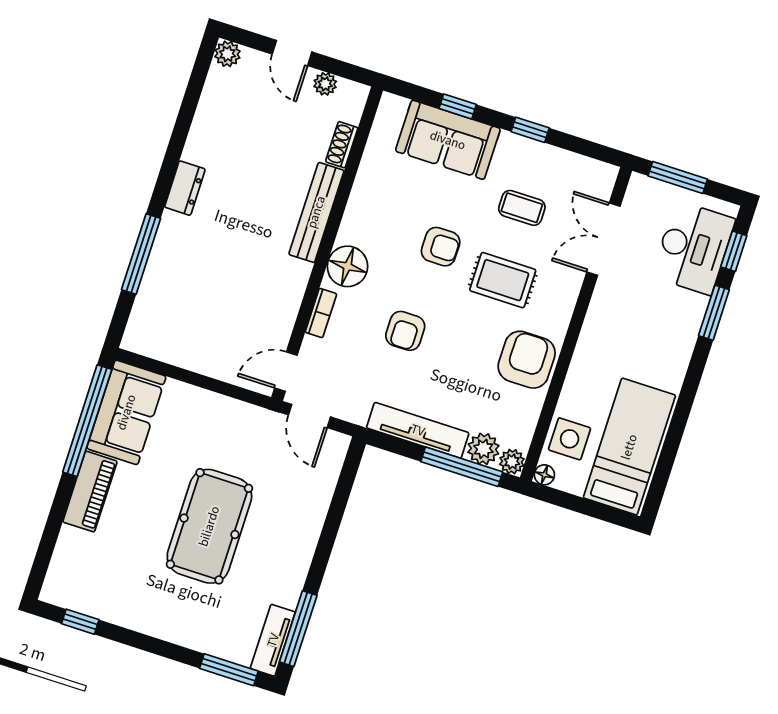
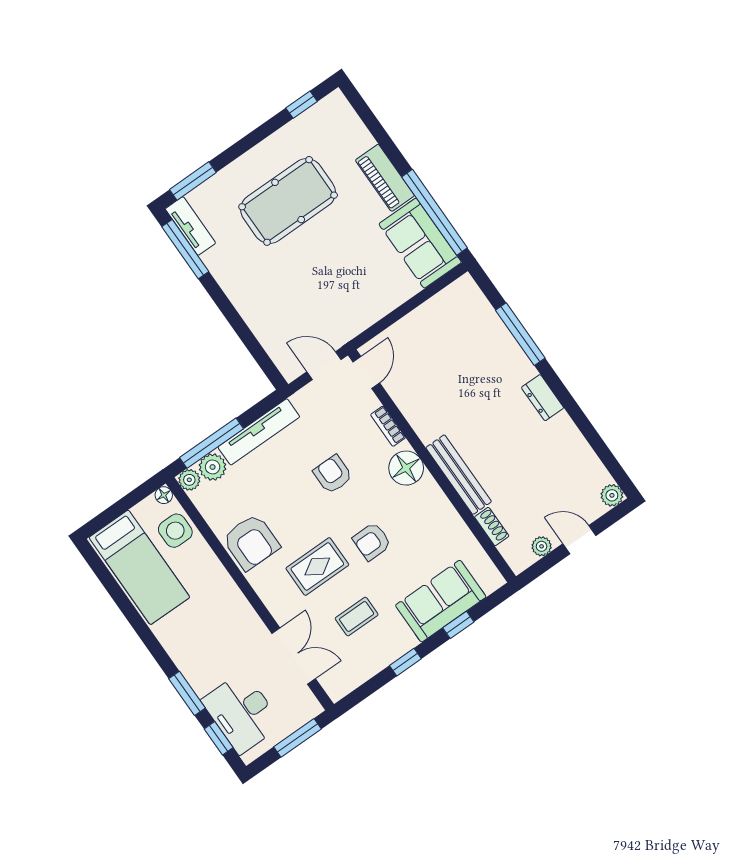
pool table: (209, 526) -> (288, 201), moved, turned 90

